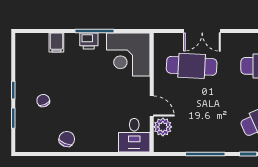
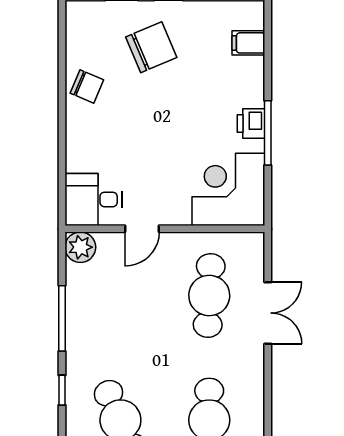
double door: (202, 31) -> (268, 313), swing flipped
filing cabinet: (56, 42) -> (248, 43), moved
chair: (43, 101) -> (151, 47), width x1.87, depth x1.87
plant: (163, 127) -> (80, 247), moved

